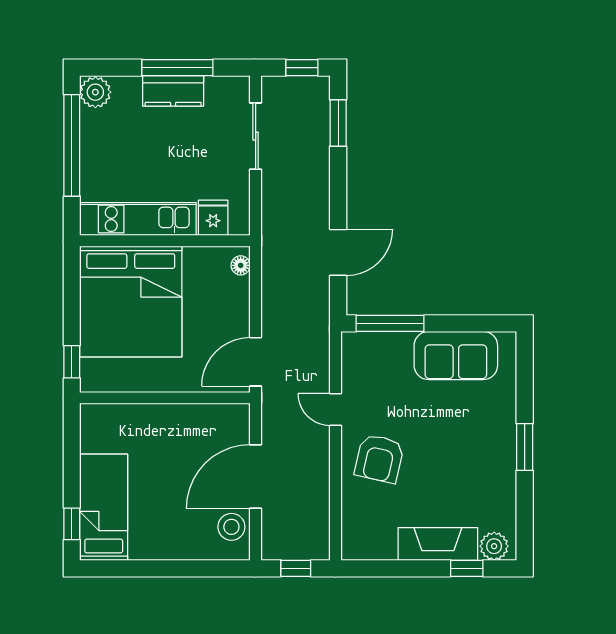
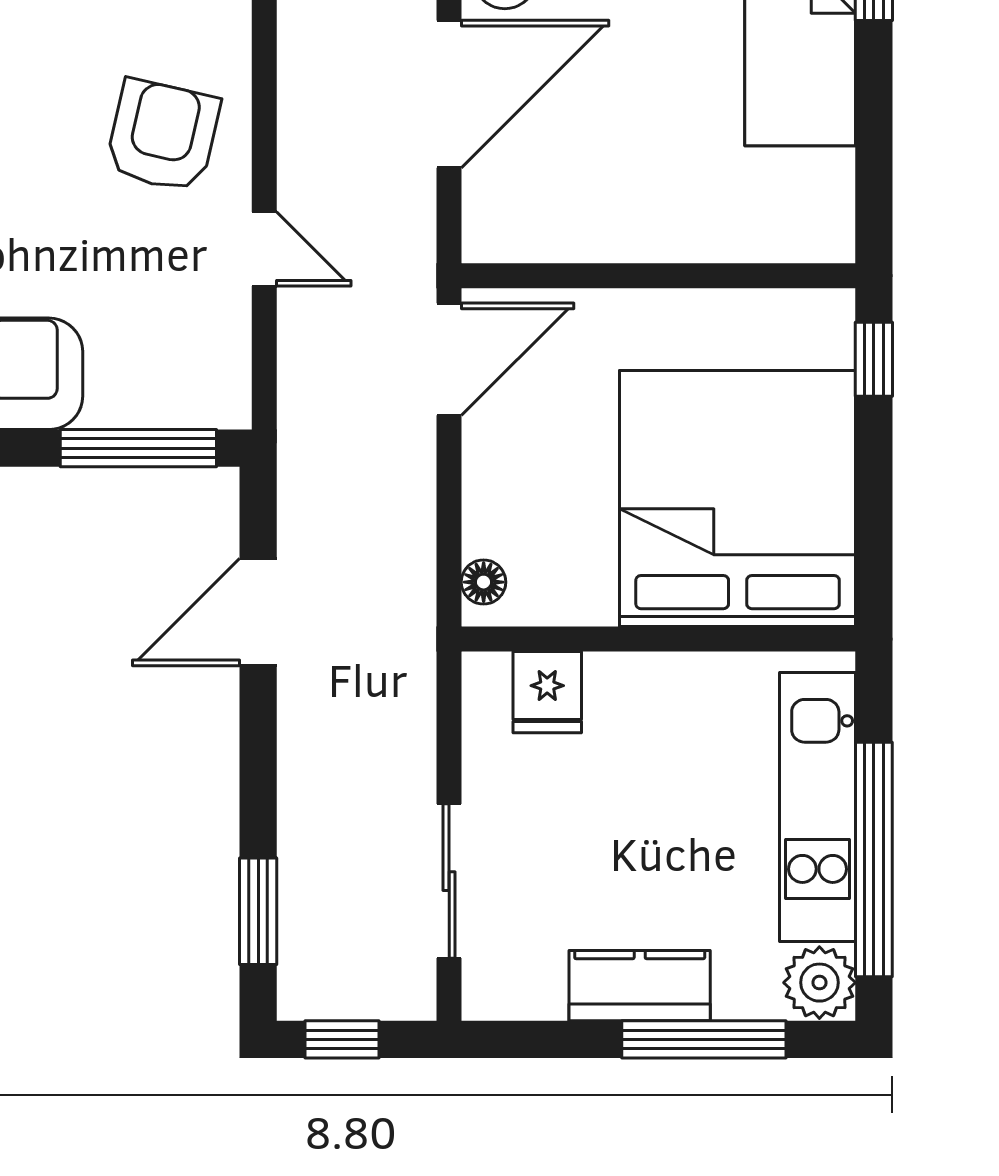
window: (177, 68) -> (704, 1039), moved
kitchen unit: (138, 219) -> (818, 807), moved, turned 90

